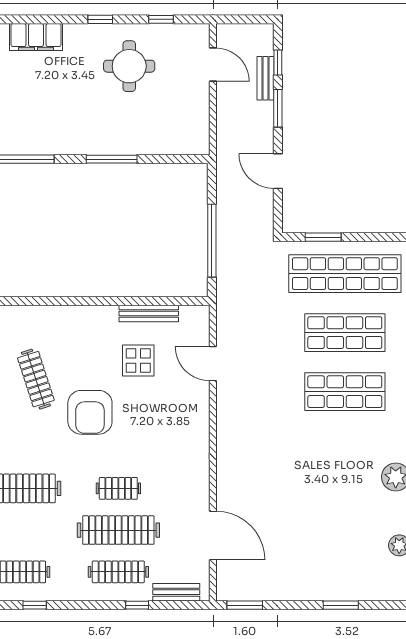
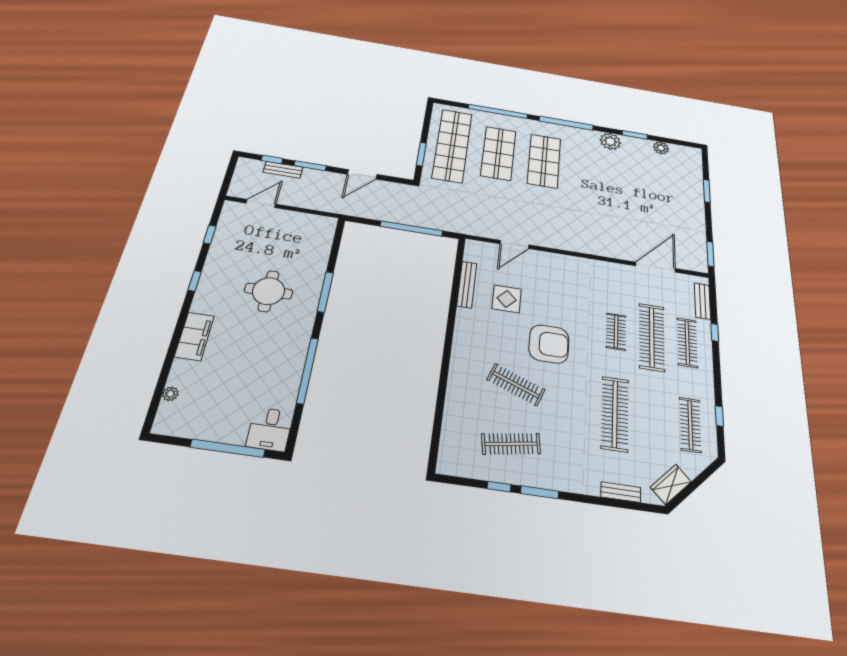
round table: (129, 66) -> (269, 291), moved
clothes rail: (36, 379) -> (516, 385), turned 39

